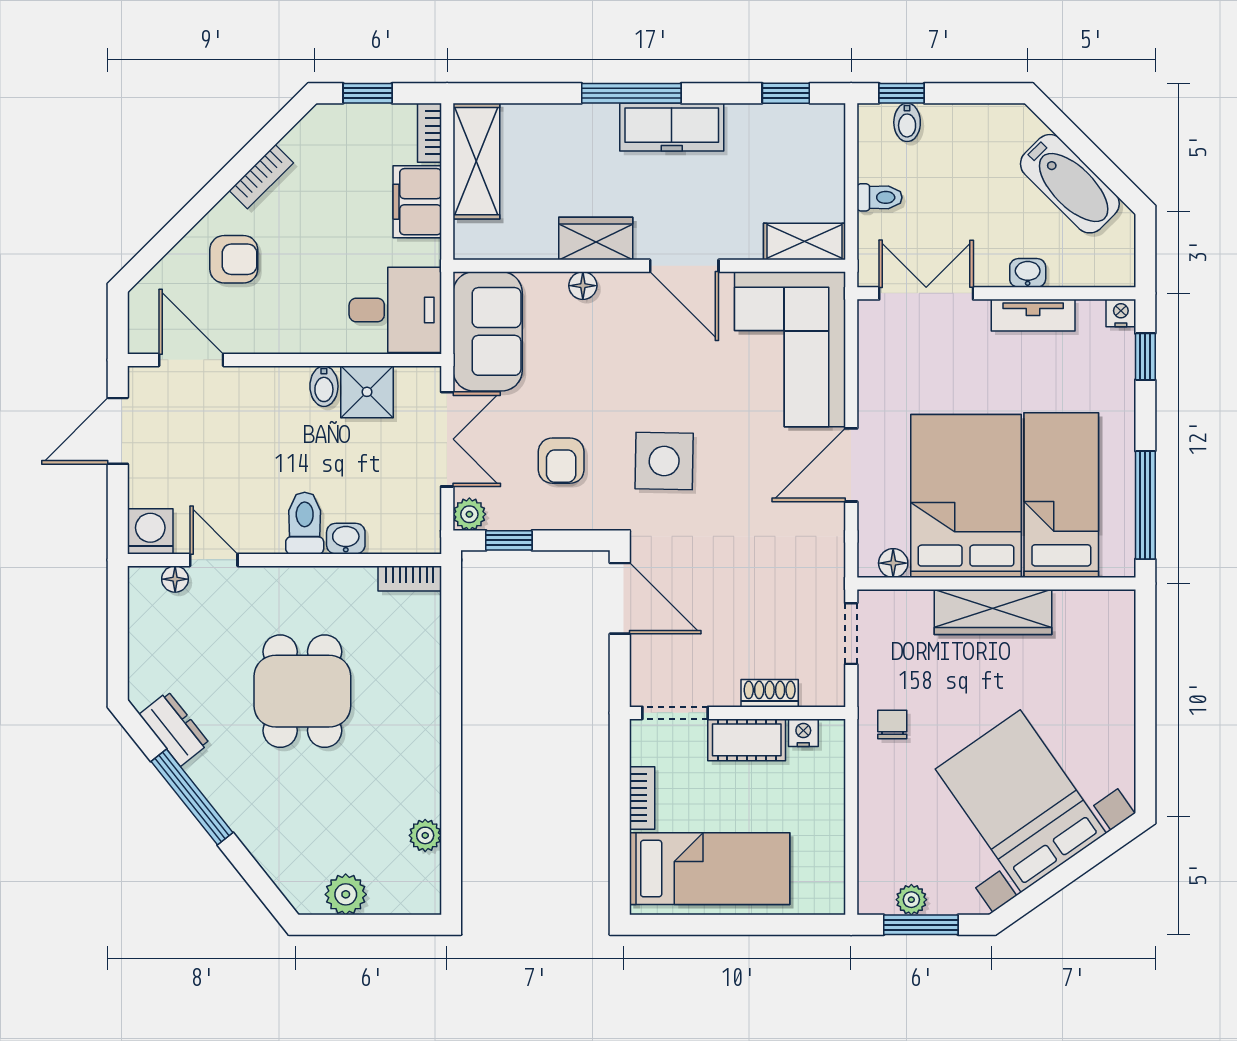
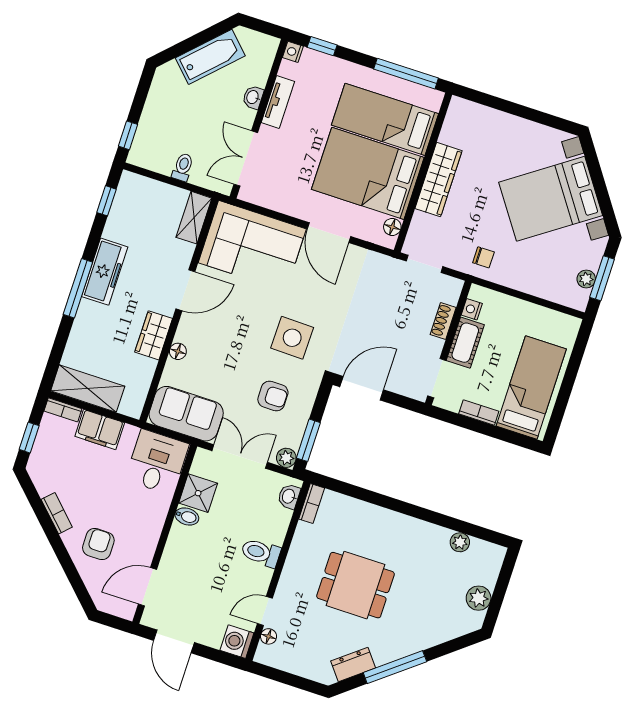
bidet: (907, 122) -> (145, 138), removed
washbasin: (346, 539) -> (289, 496), moved
window: (509, 540) -> (308, 440), width x1.50
chair: (892, 724) -> (483, 257), turned 180

